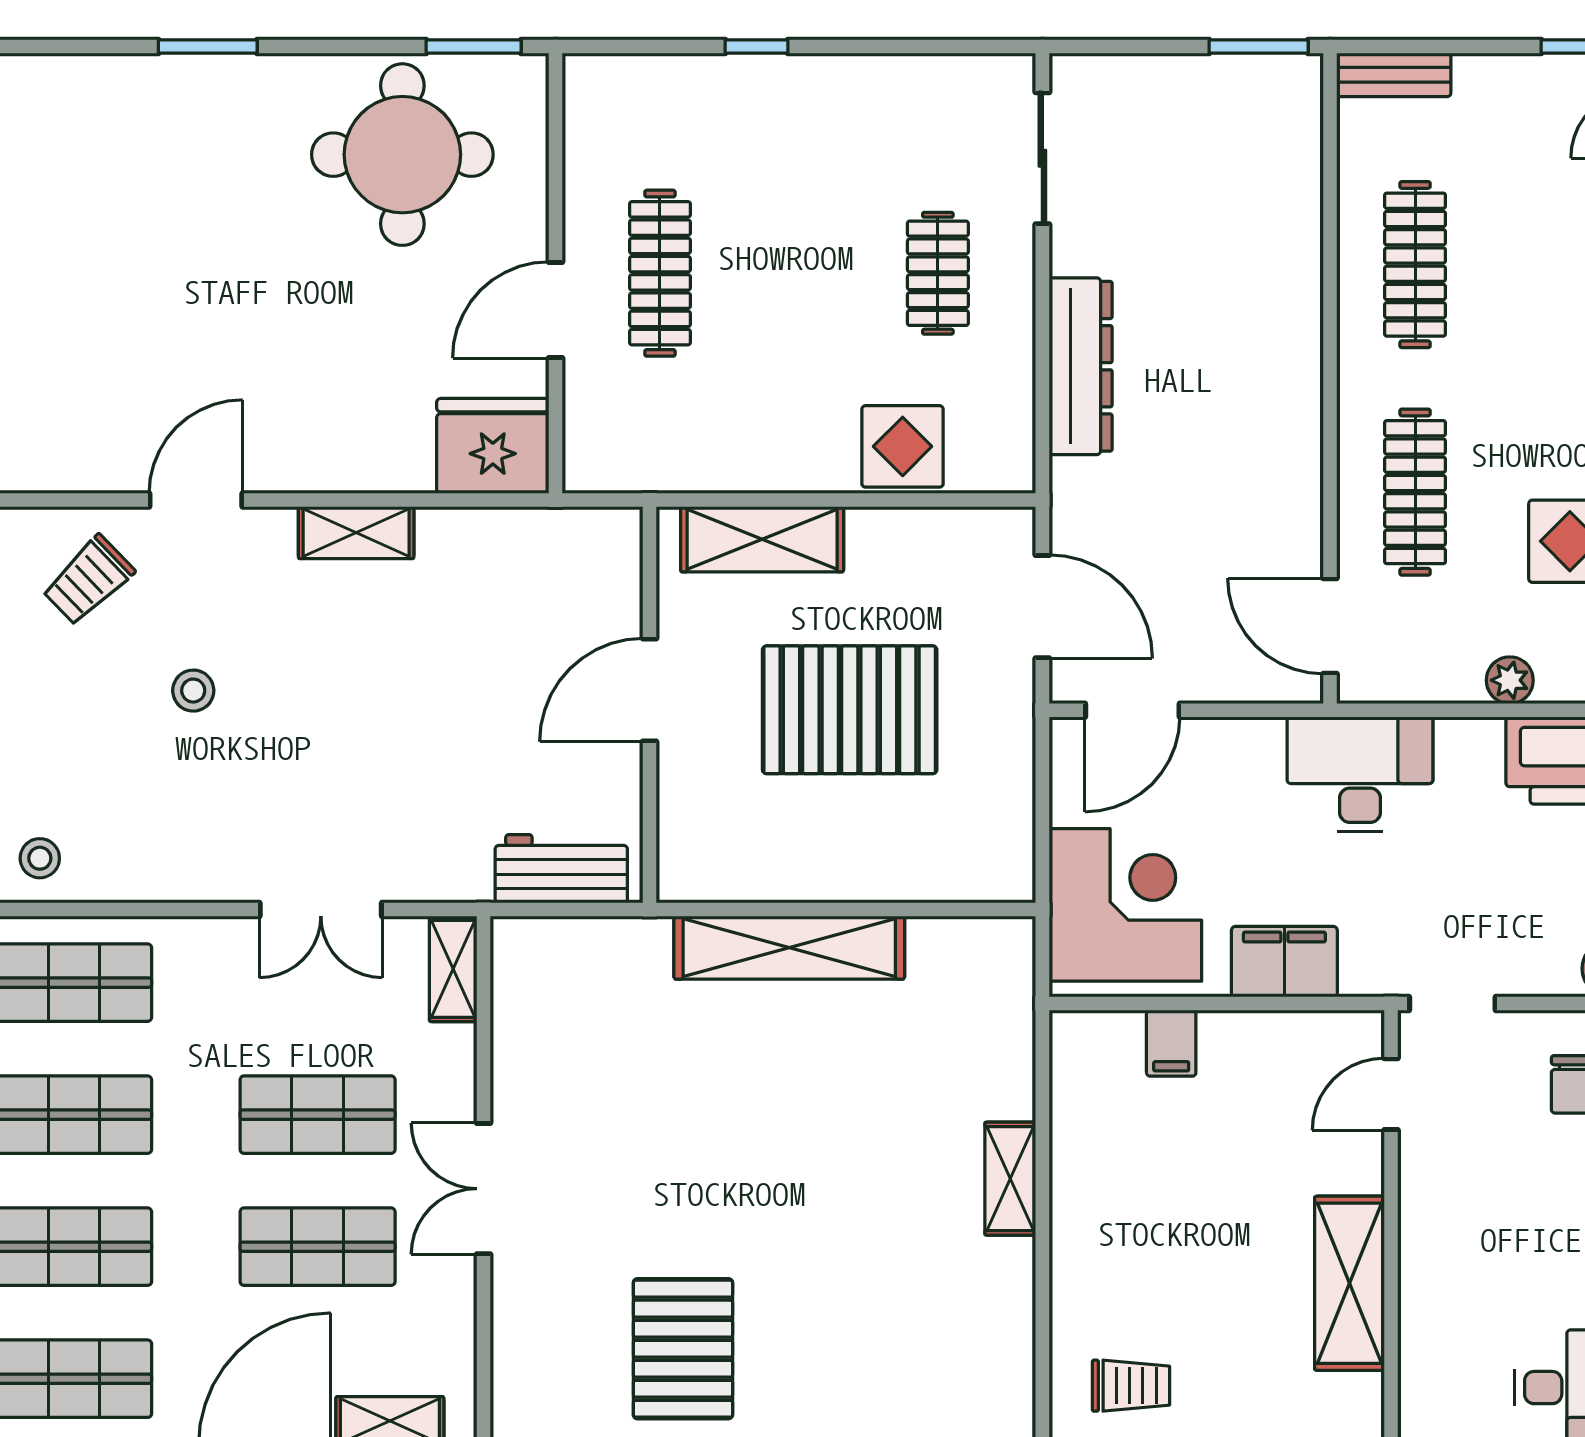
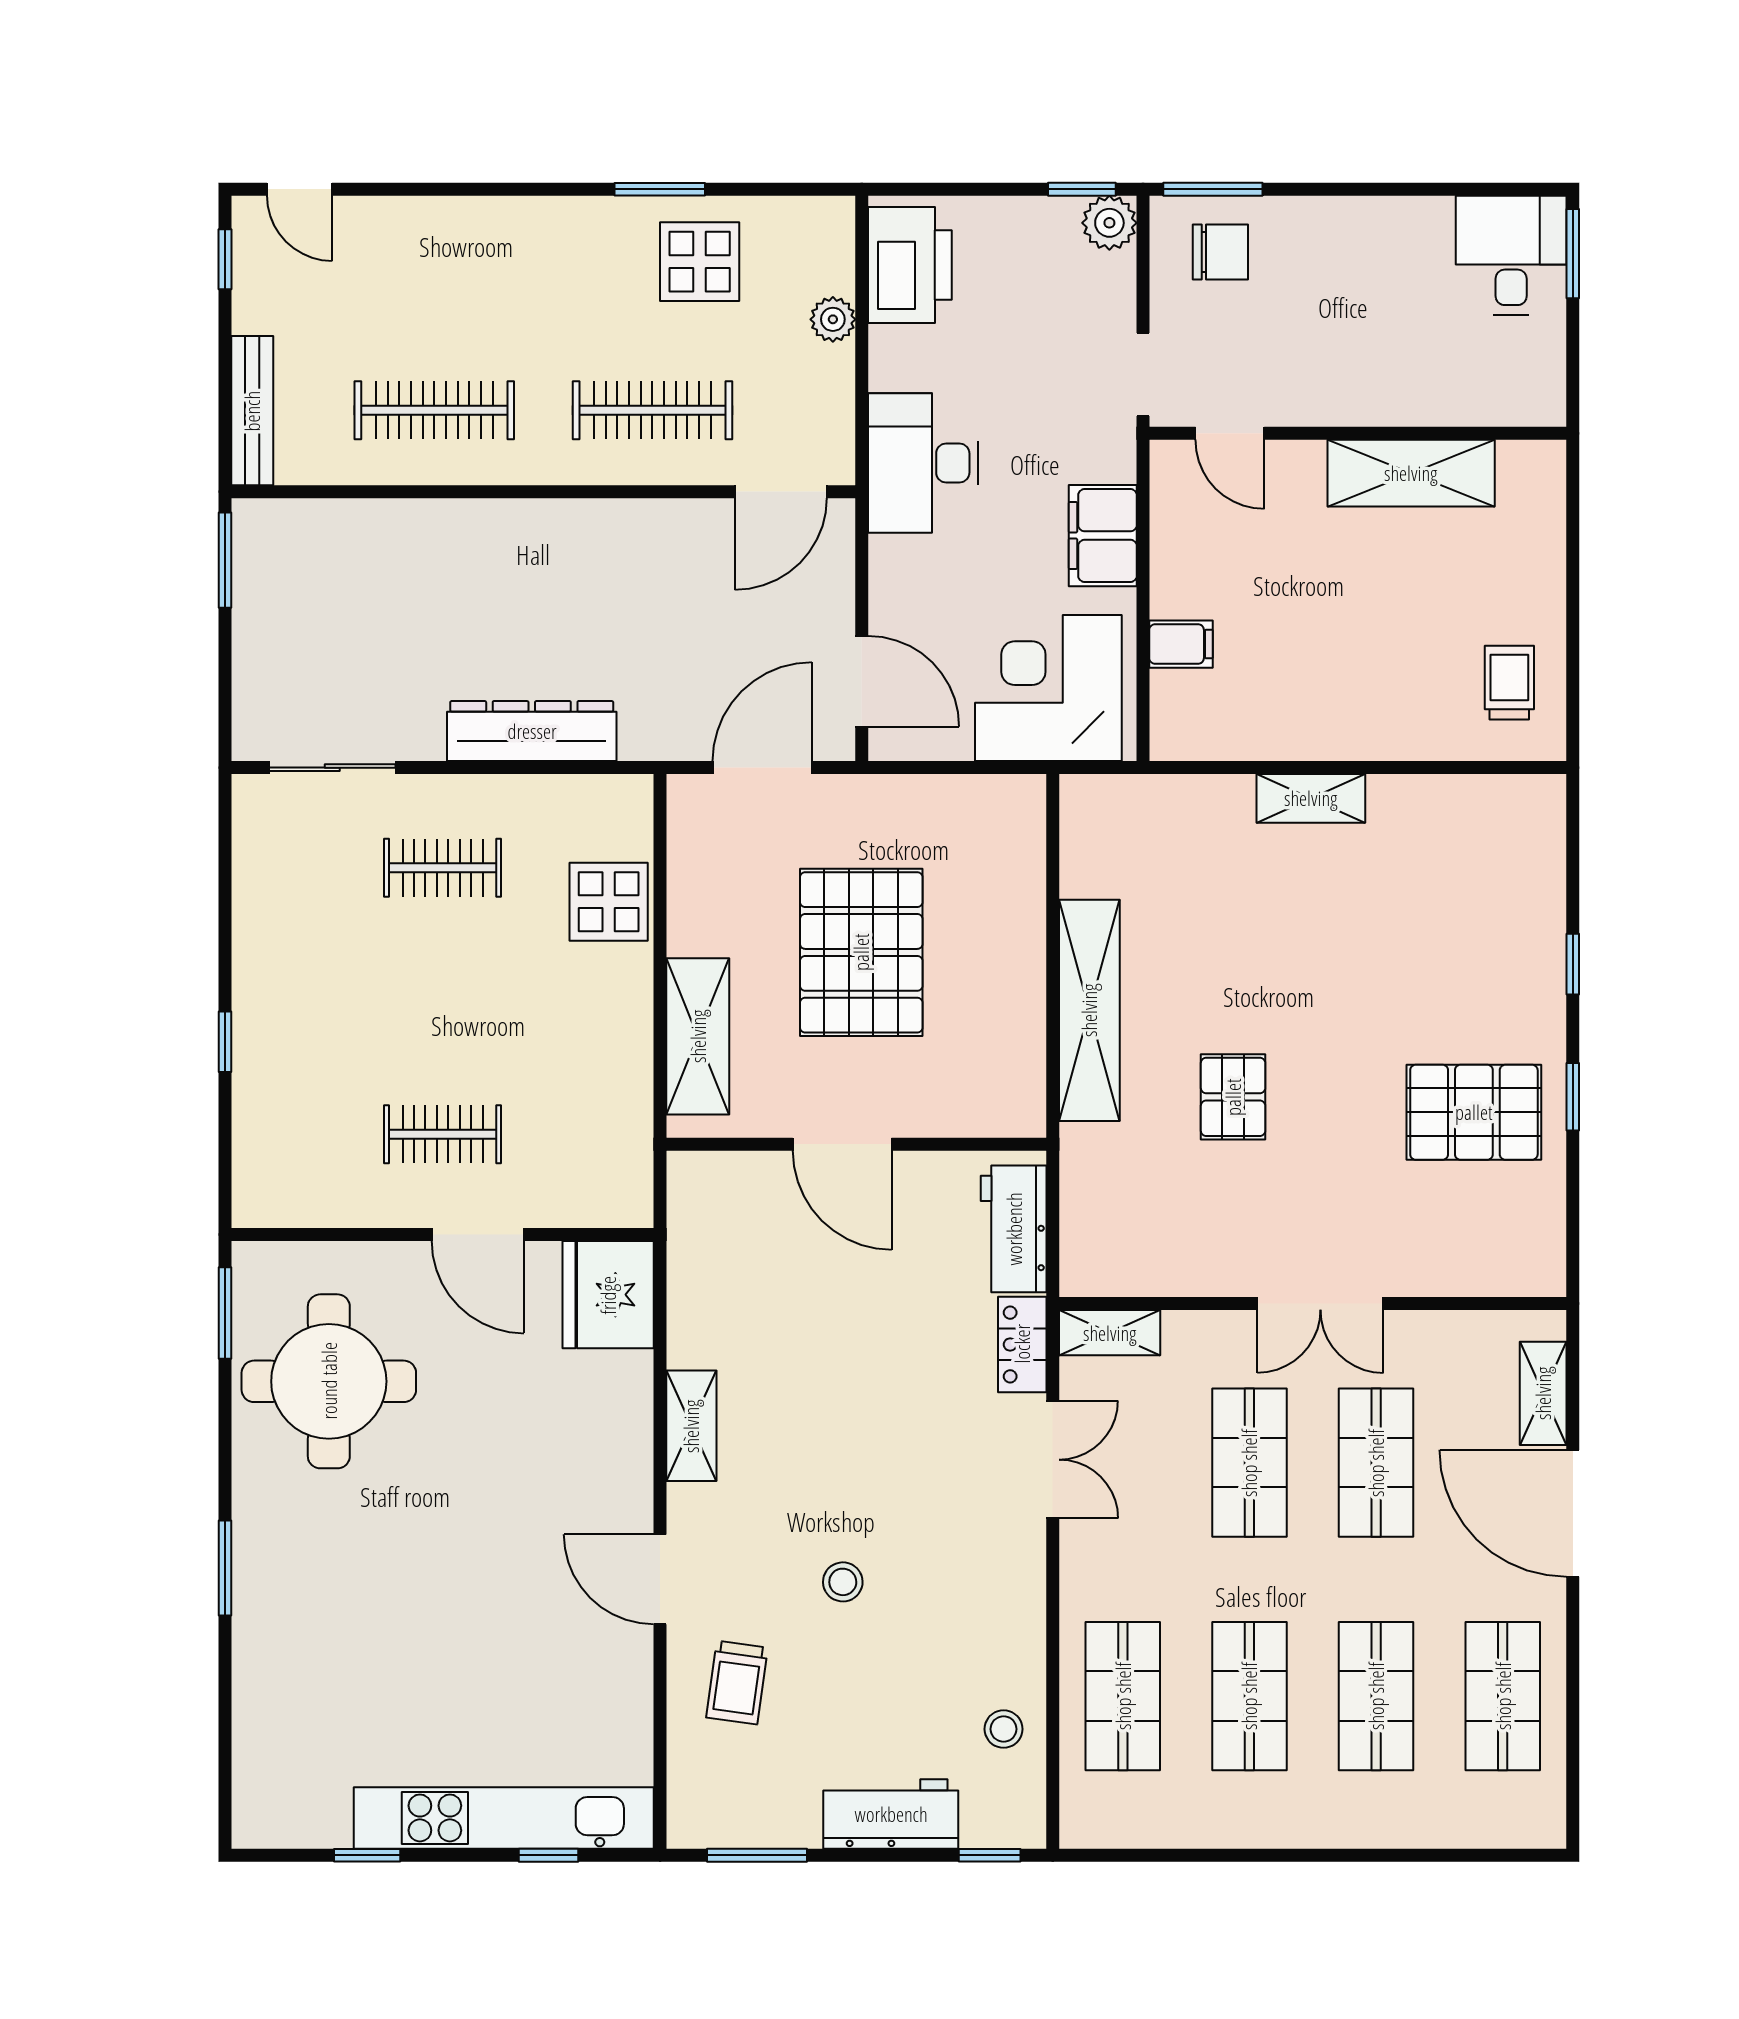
bench: (1394, 75) -> (252, 411), width x1.36
clothes rail: (660, 273) -> (443, 1134), width x0.73
trolley: (88, 580) -> (737, 1683), turned 52
locker: (441, 878) -> (1022, 1344), added
pallet: (699, 1098) -> (1233, 1097), added

